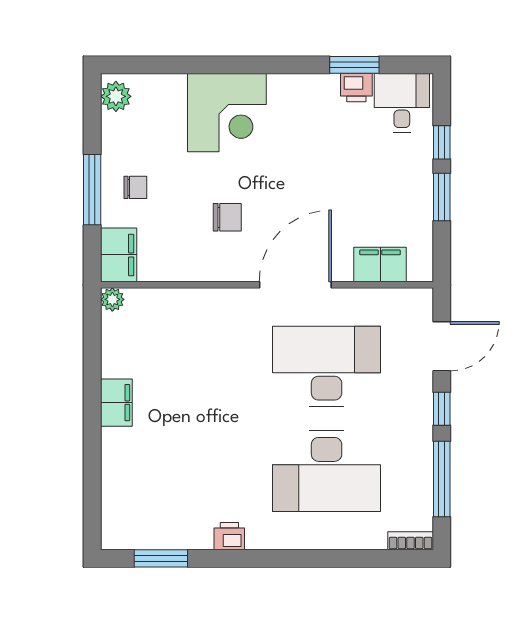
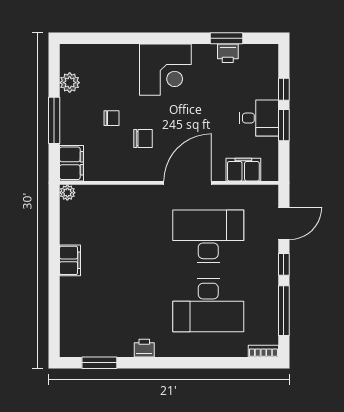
plant: (116, 96) -> (70, 83), moved
desk: (402, 103) -> (259, 118), moved, turned 90
corner desk: (227, 113) -> (165, 70), moved
chair: (135, 187) -> (112, 118), moved

